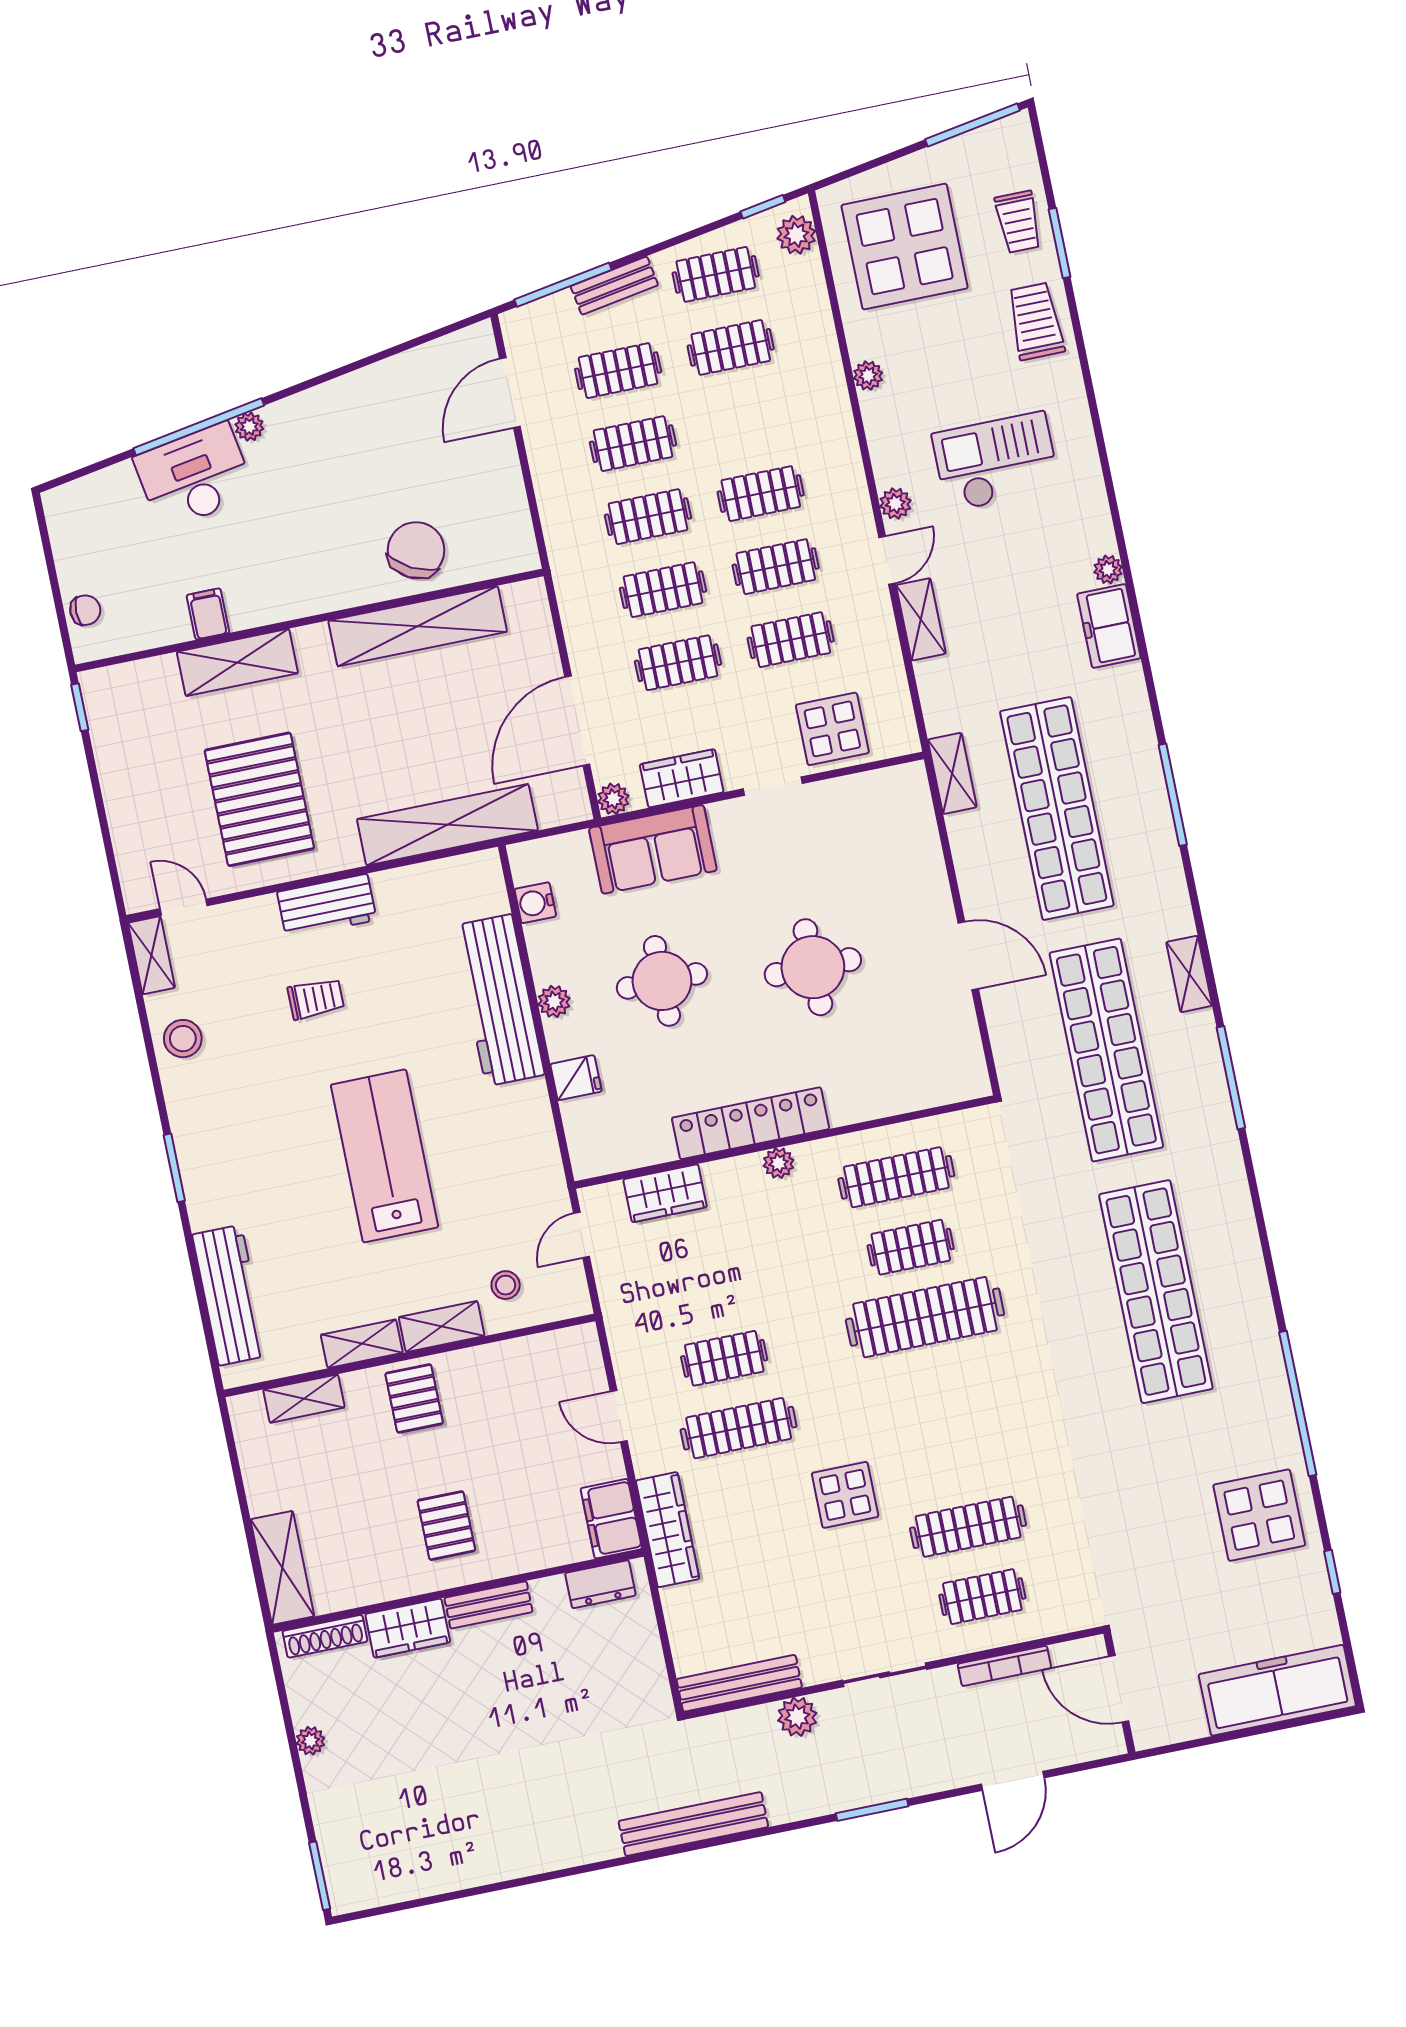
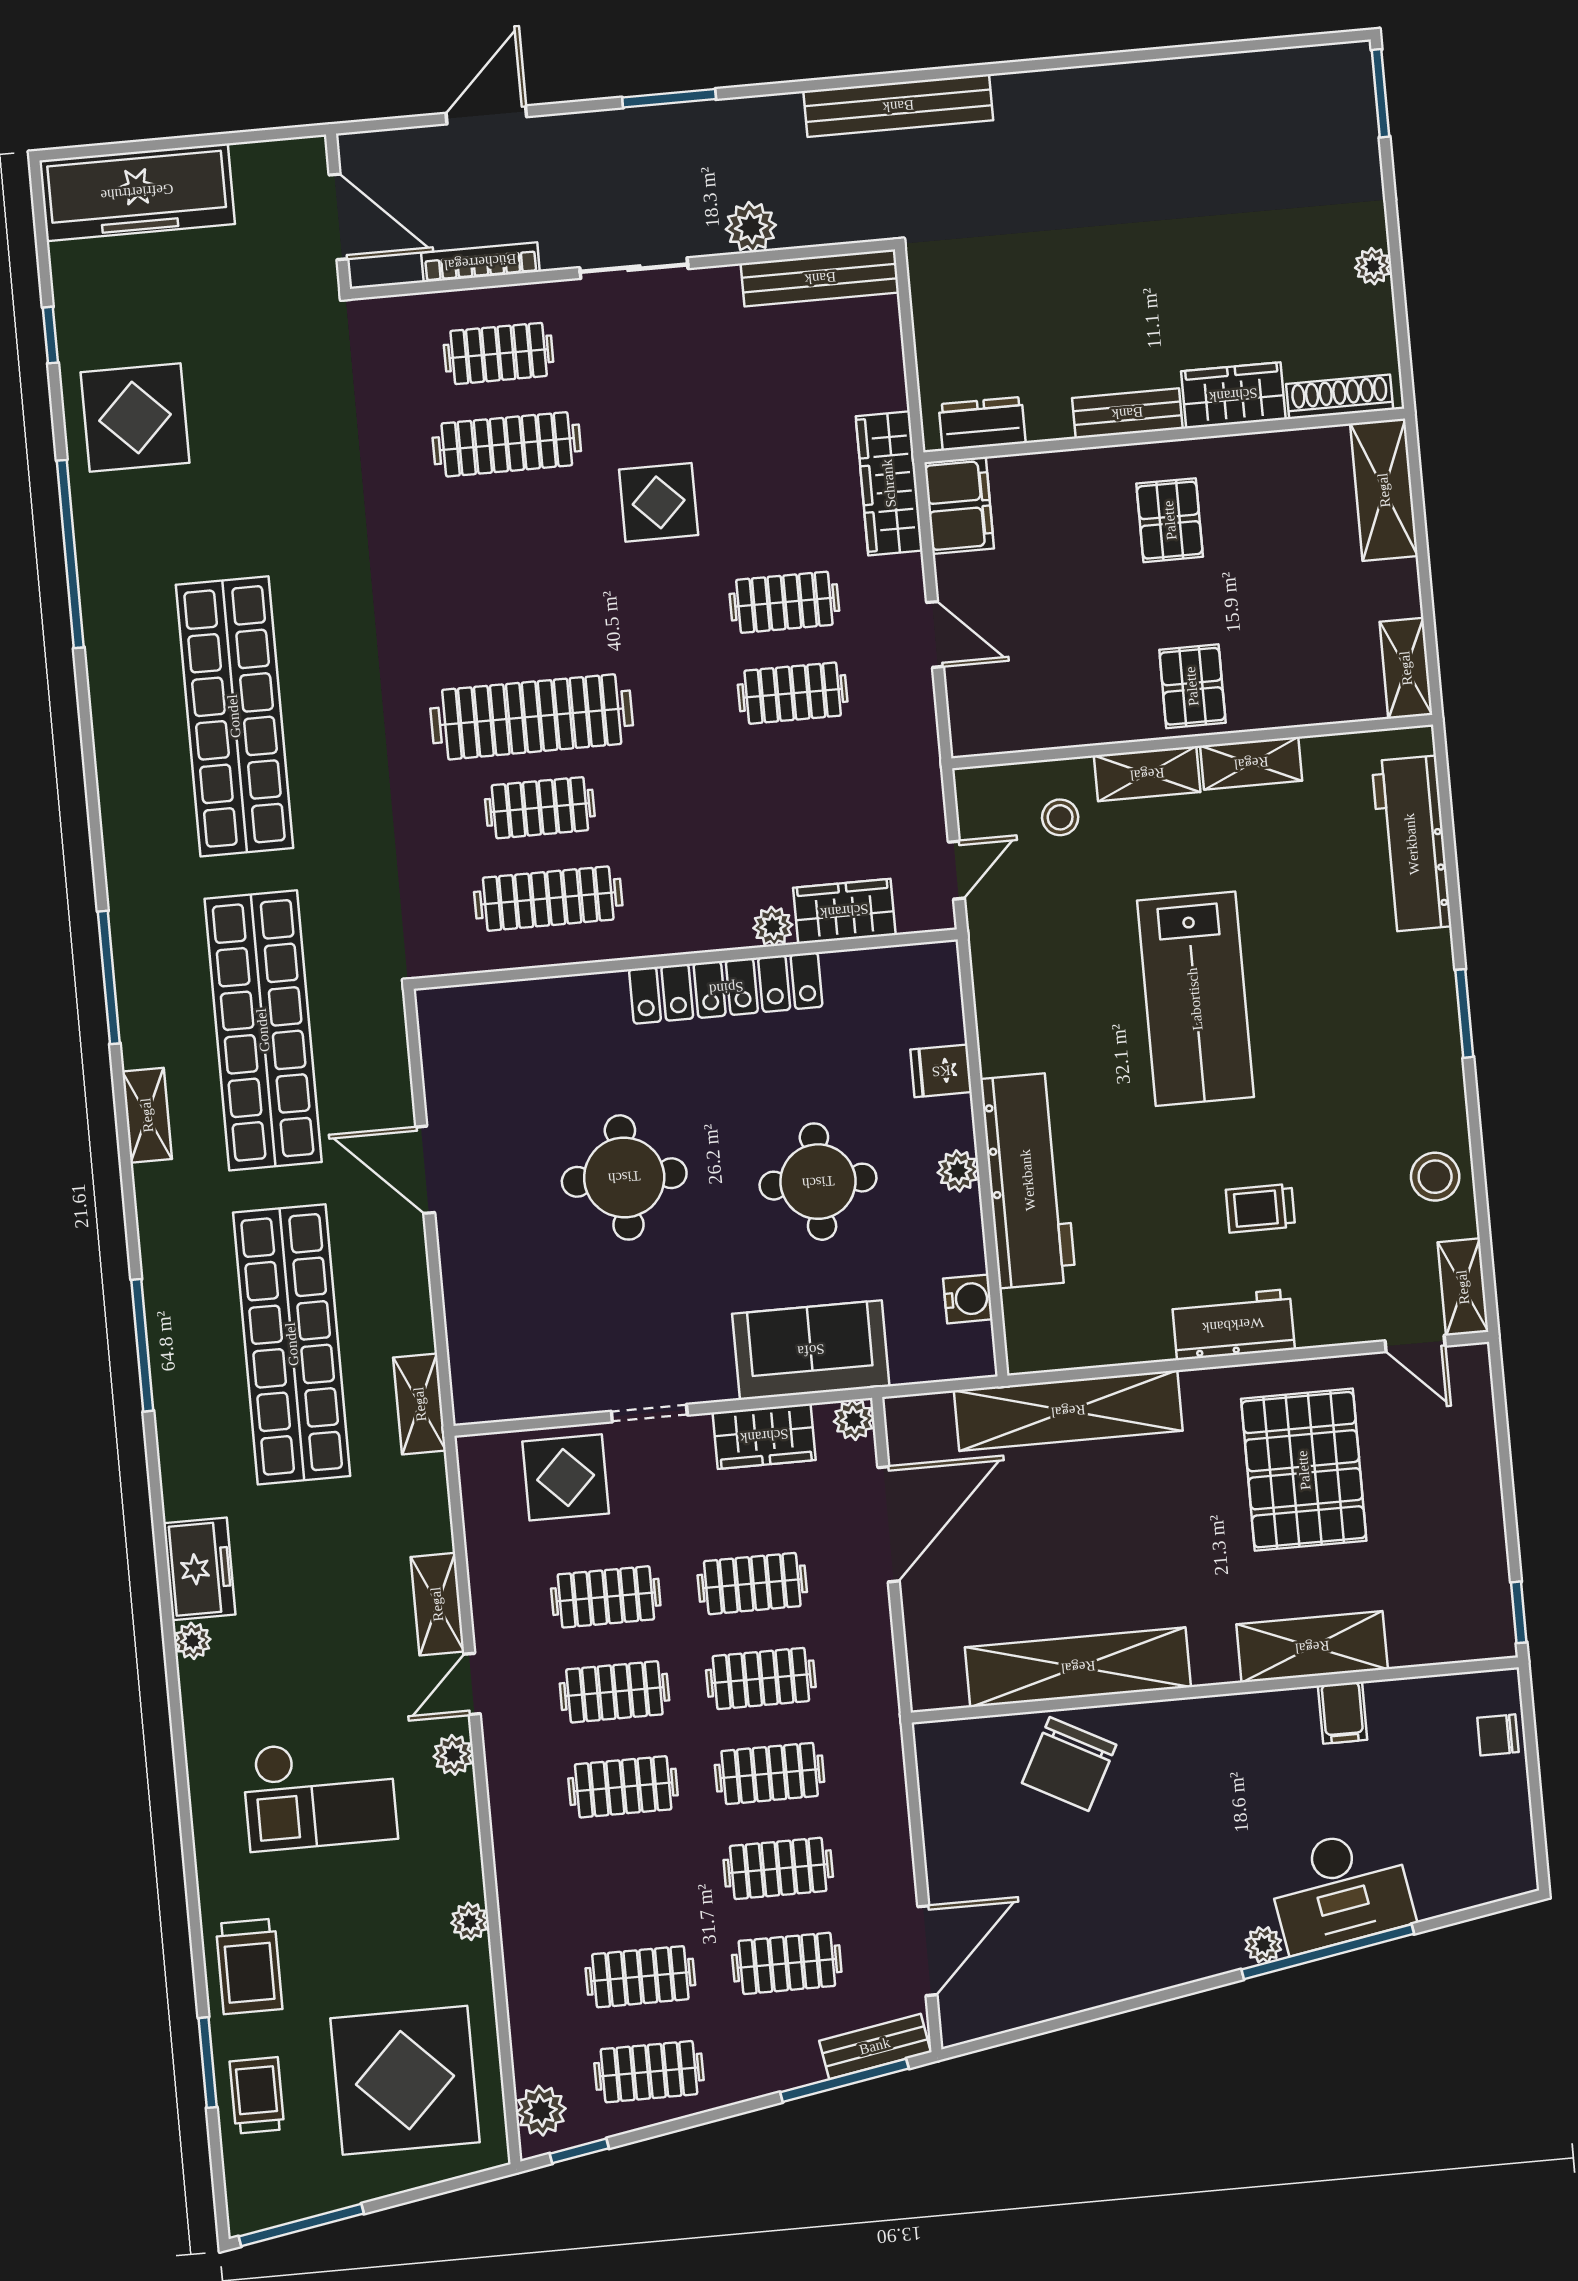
bench: (614, 286) -> (875, 2046), moved
plant: (779, 1163) -> (773, 926), moved
shelving: (304, 1399) -> (1406, 668), moved, turned 90
clothes rail: (739, 1428) -> (784, 602), width x0.73

